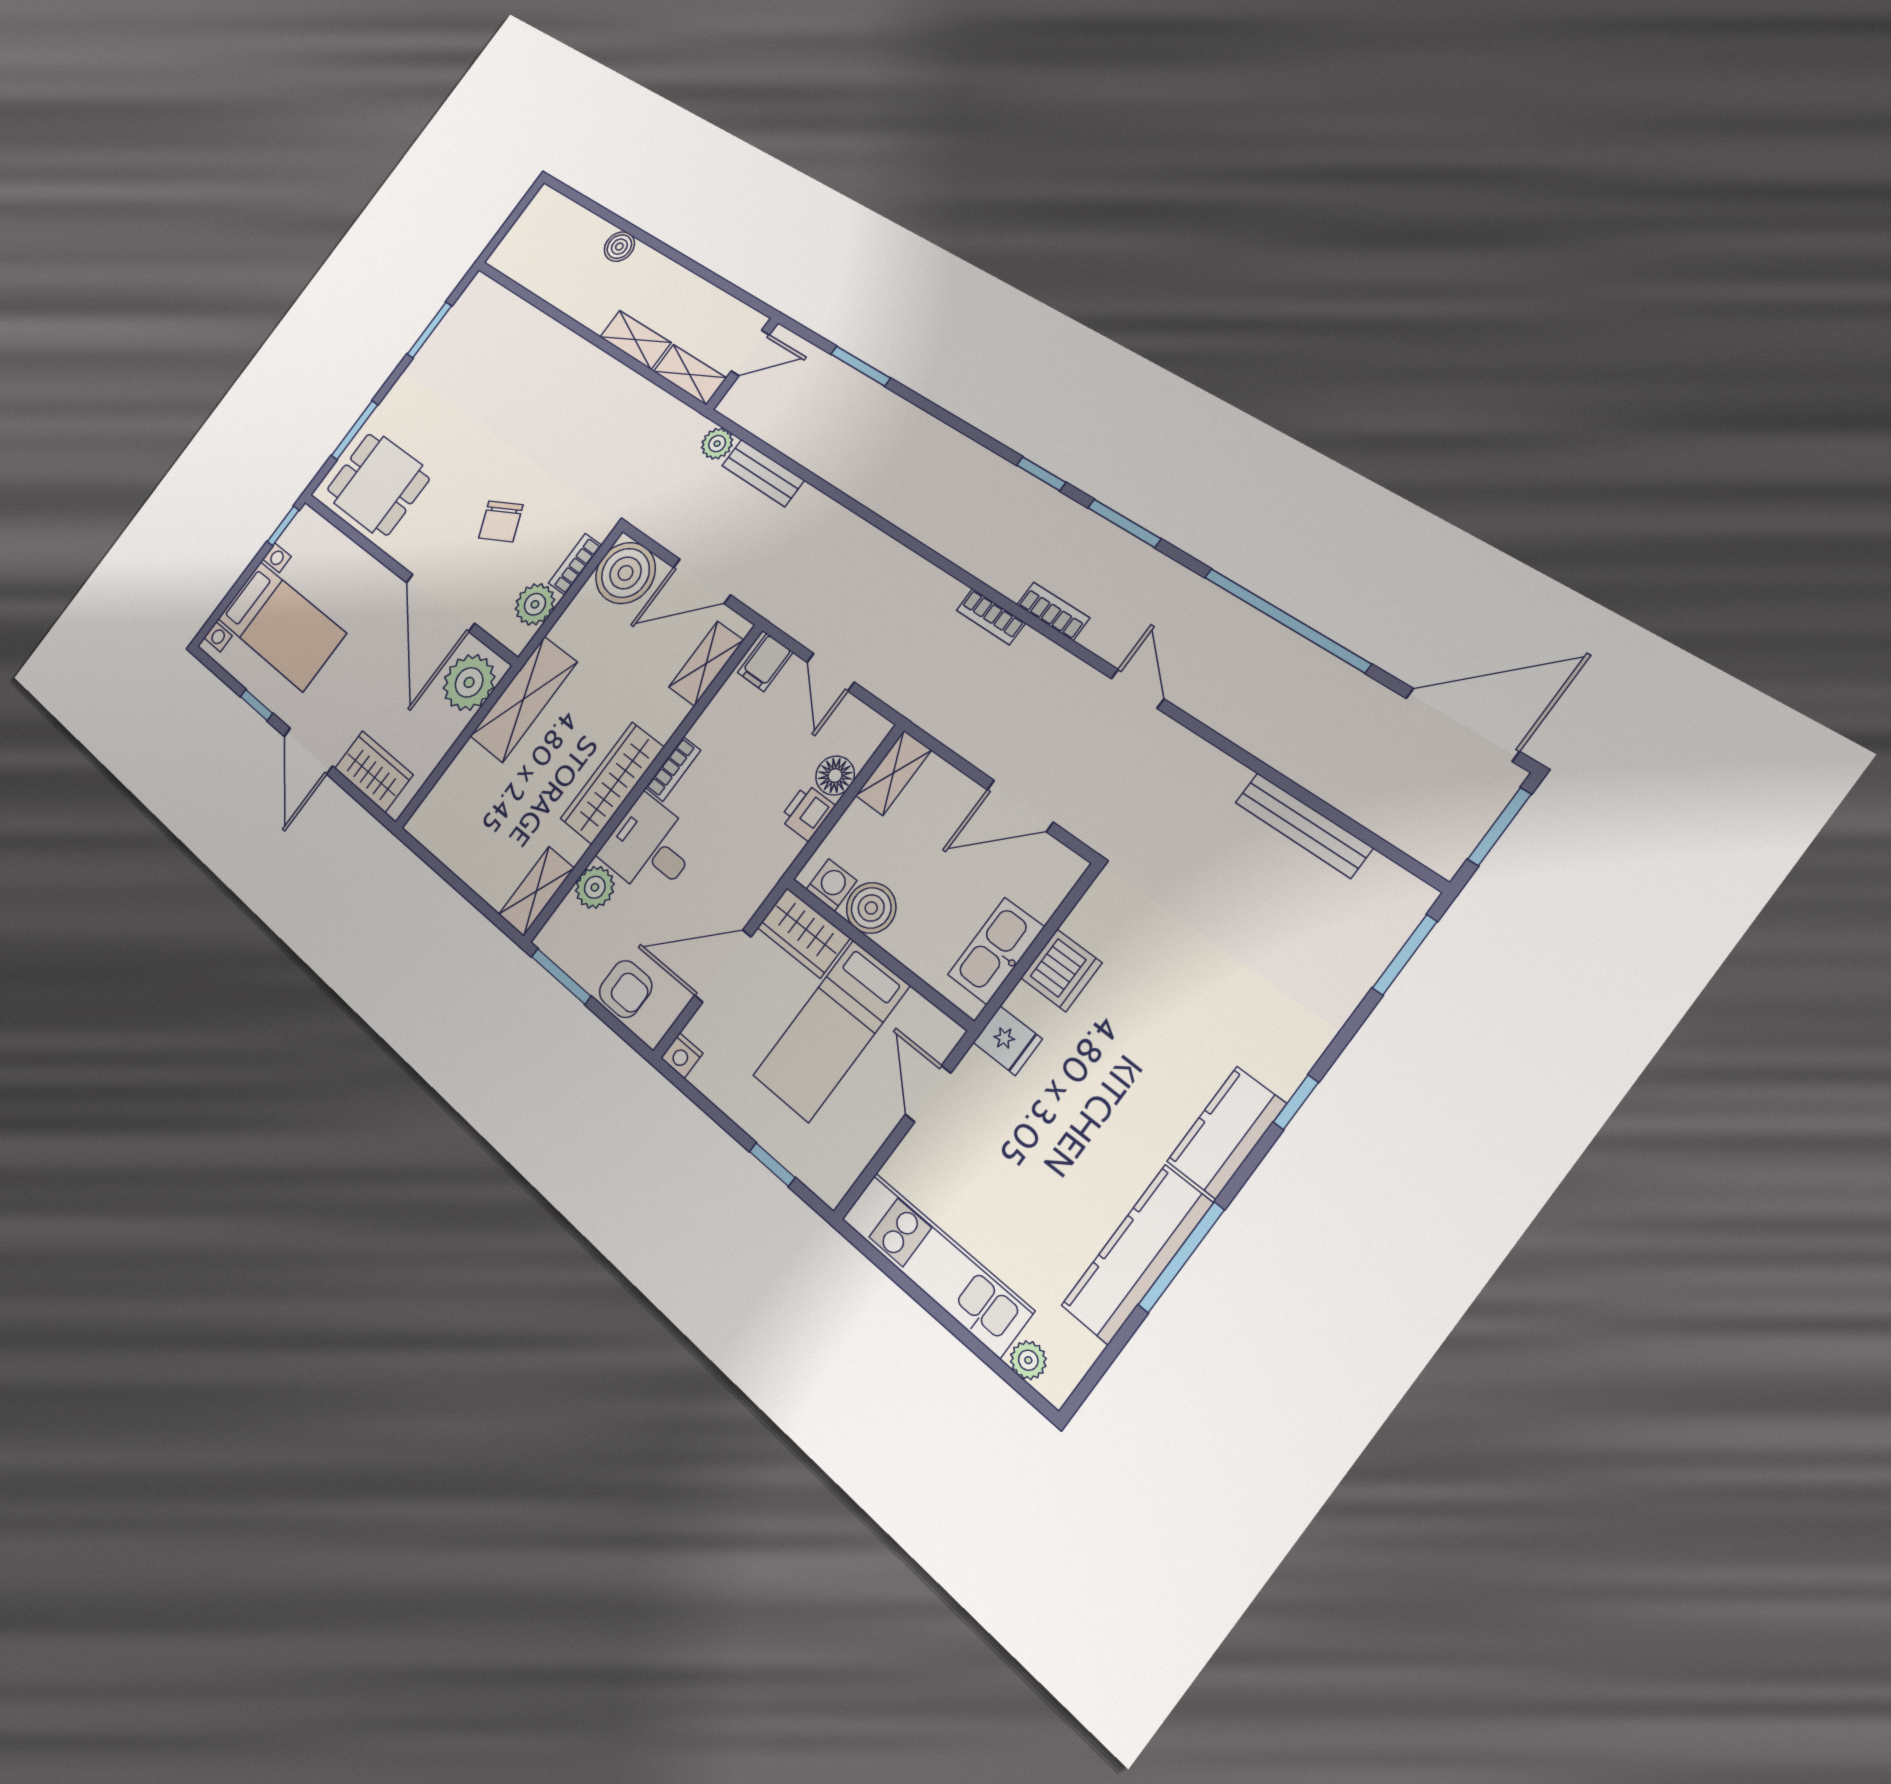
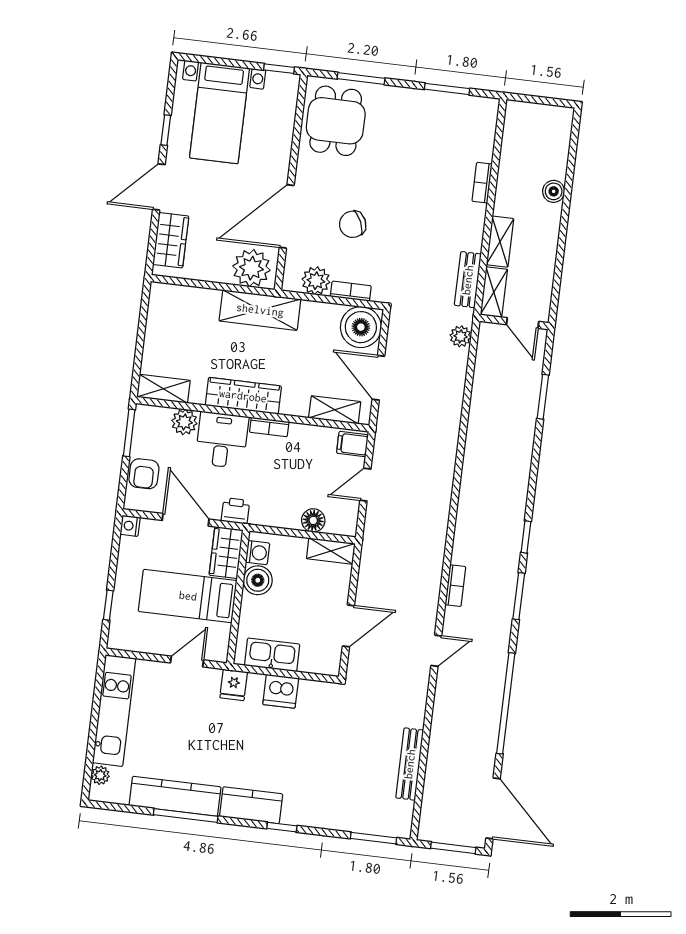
bench: (763, 473) -> (468, 280), moved
bookcase: (991, 617) -> (482, 183), moved
door: (1020, 806) -> (348, 626), swing flipped
printer: (807, 812) -> (235, 511), moved

